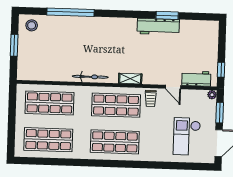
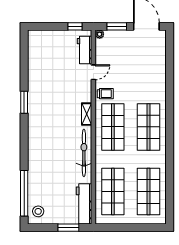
window: (70, 12) -> (24, 193), moved
window: (167, 15) -> (24, 102), moved
workbench: (158, 27) -> (84, 204), moved, turned 180
window: (14, 45) -> (68, 228), moved
bicycle: (90, 77) -> (84, 153), width x1.37, depth x1.40
checkout: (187, 136) -> (141, 57), removed

